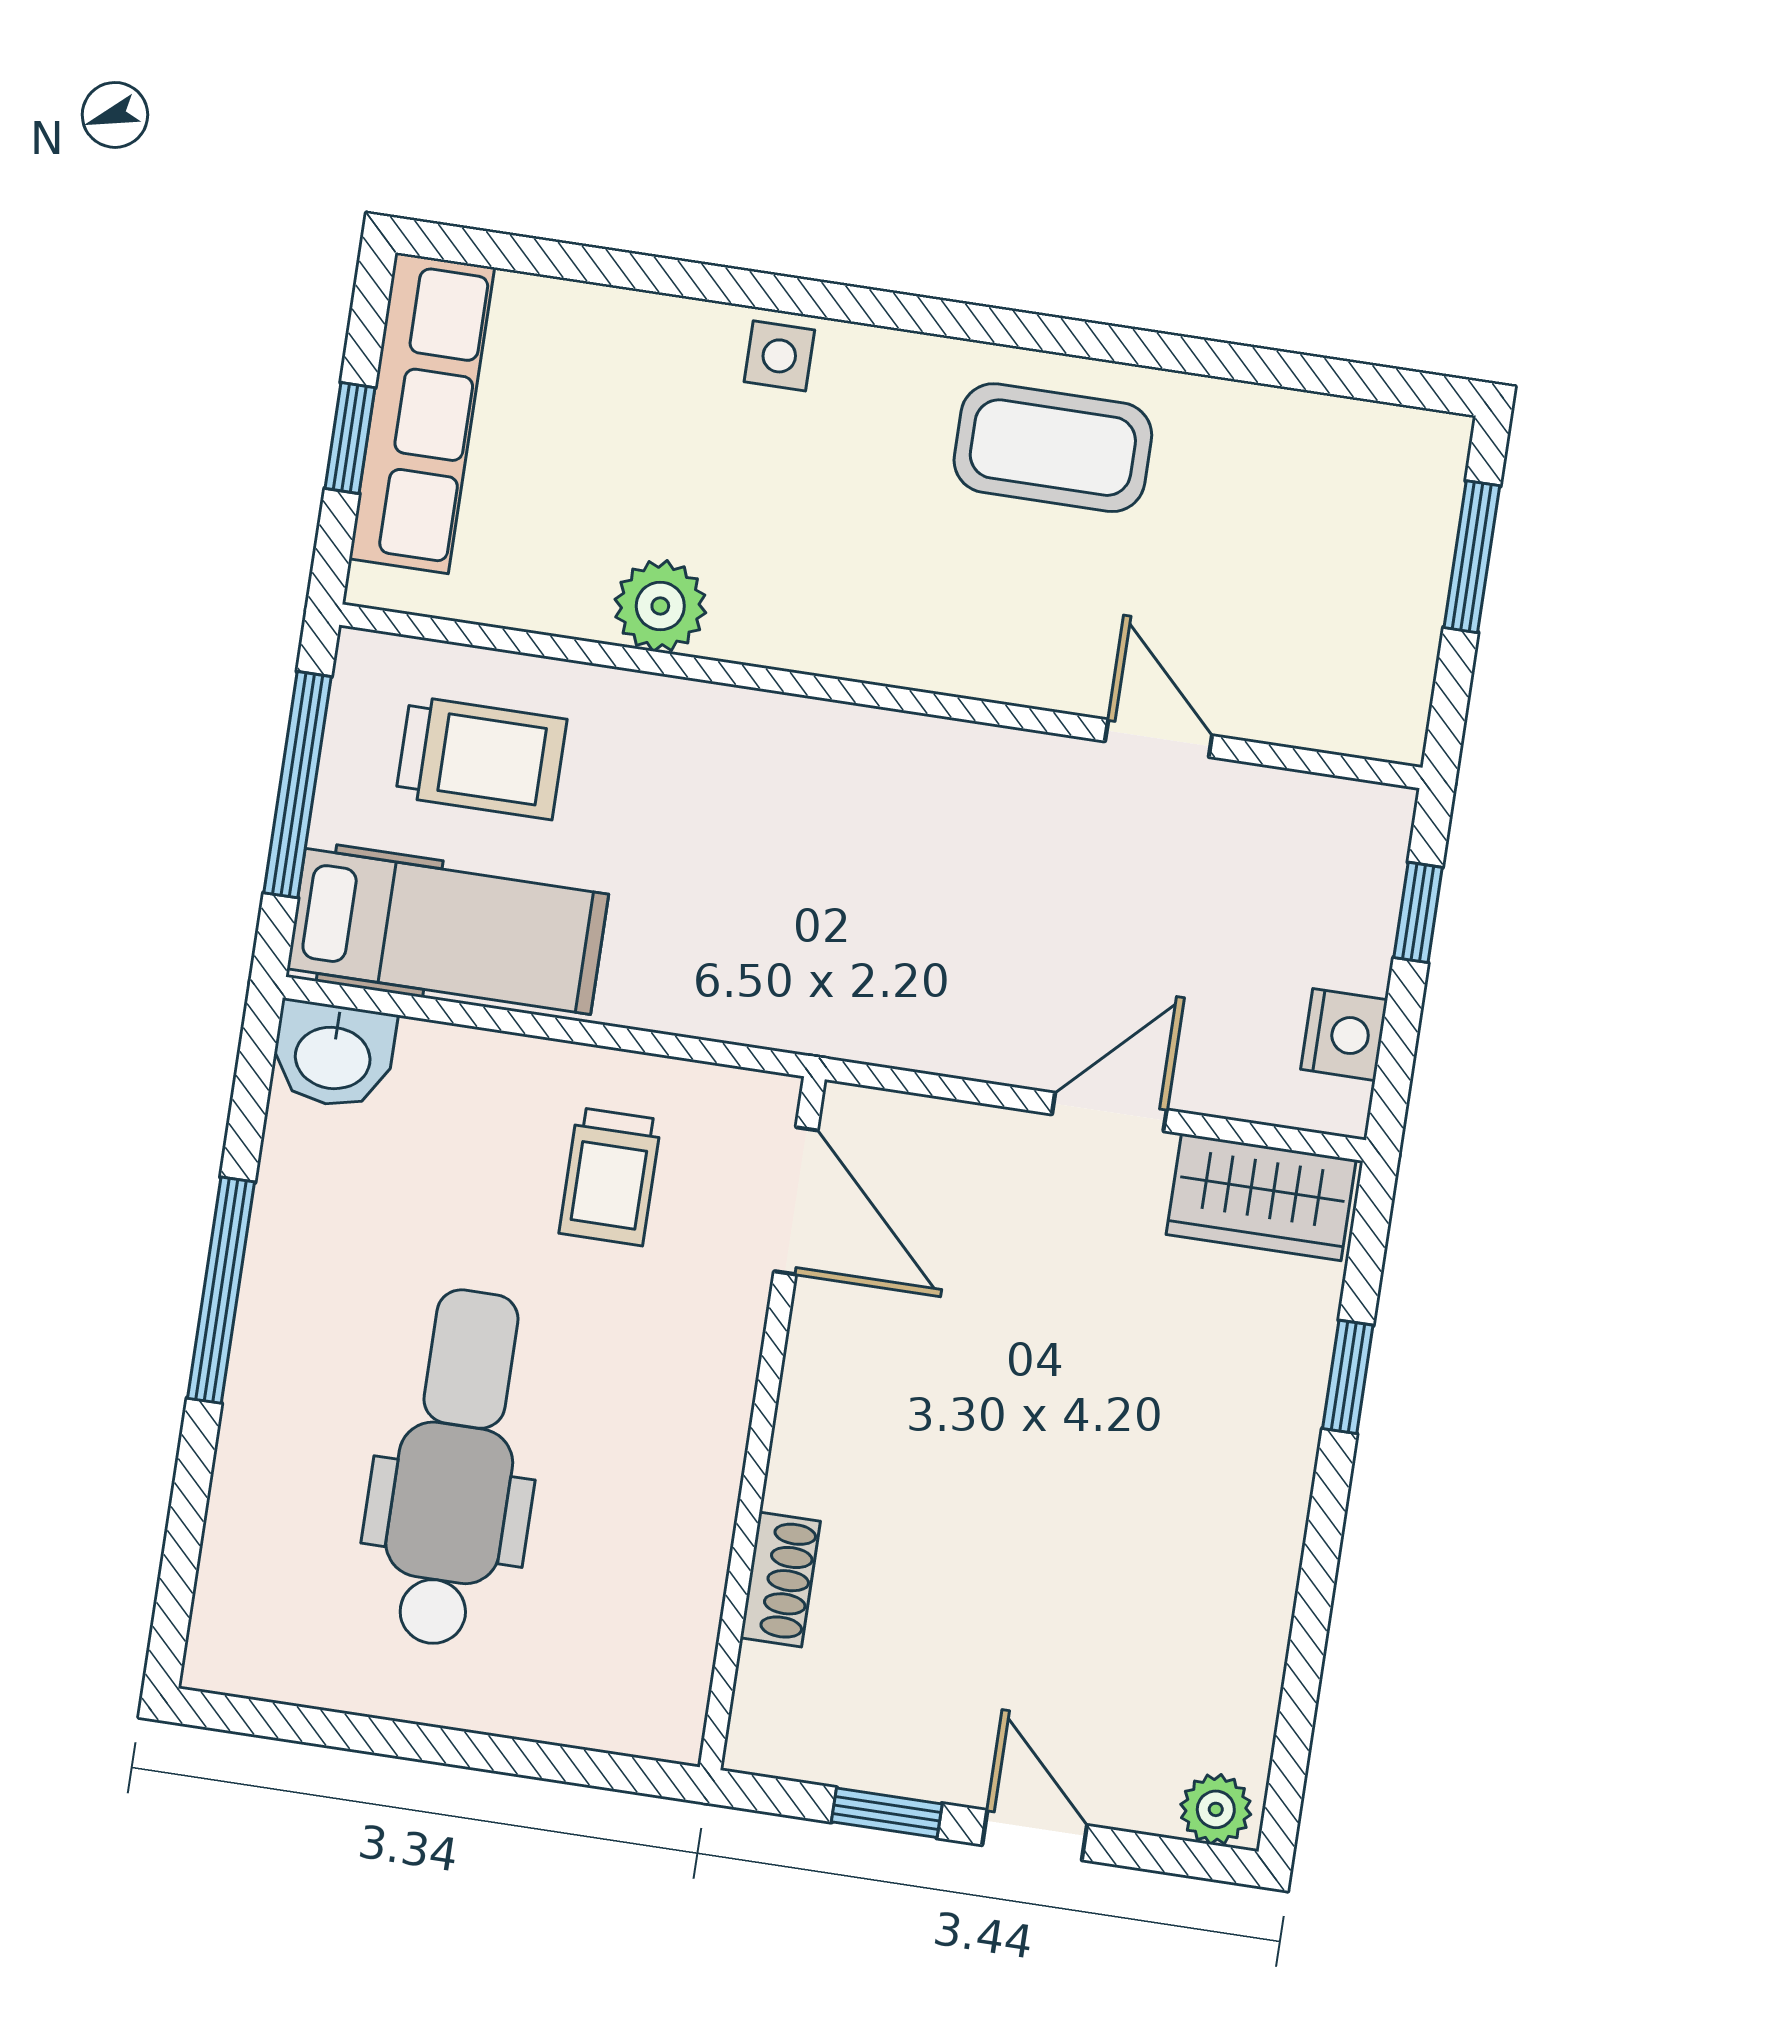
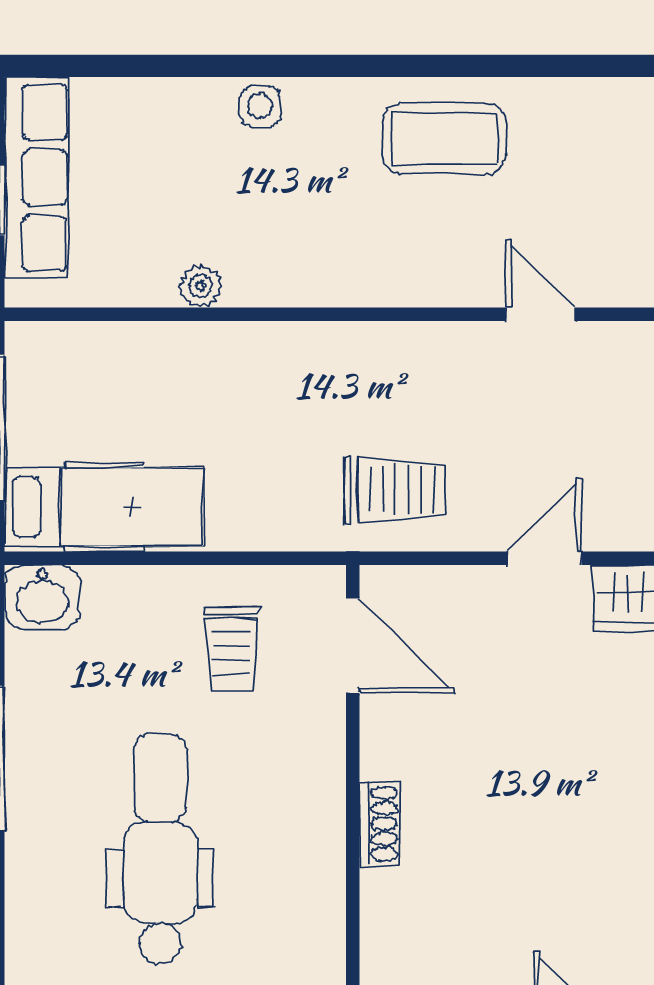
plant: (660, 606) -> (200, 286), width x0.73, depth x0.73
trolley: (481, 758) -> (395, 490), moved
shoe rack: (780, 1579) -> (379, 823), moved

